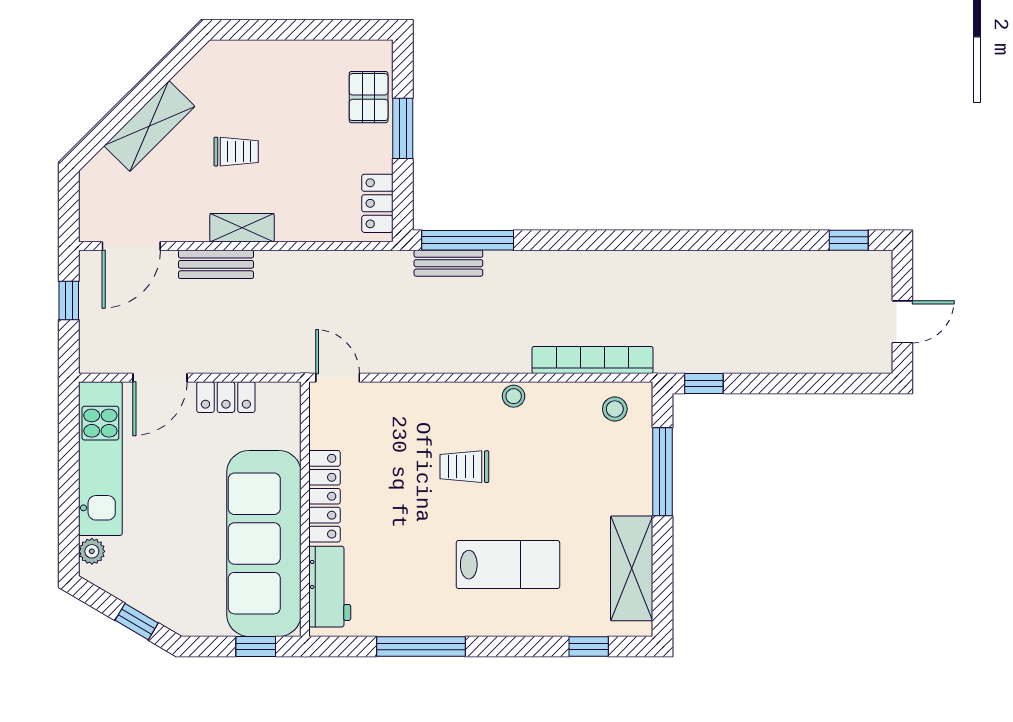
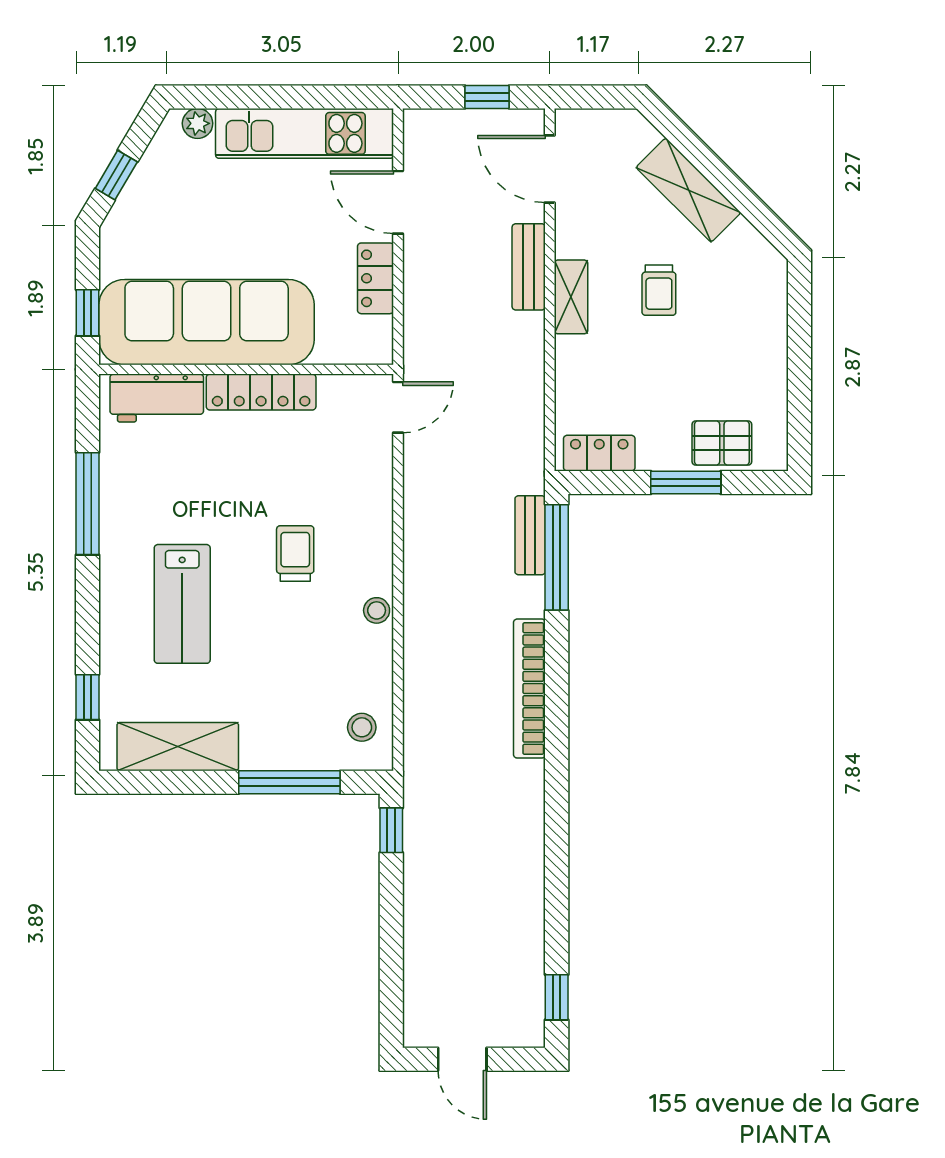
bookcase: (592, 360) -> (529, 689), moved, turned 180

